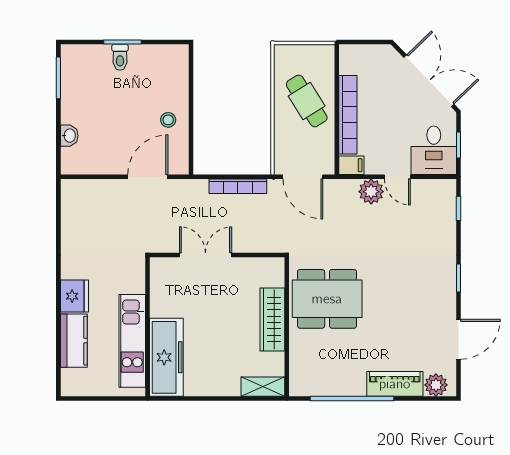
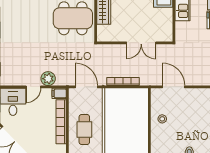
cafe table: (307, 101) -> (84, 130), turned 32
door: (148, 177) -> (174, 87), swing flipped
door: (397, 177) -> (33, 87), swing flipped

